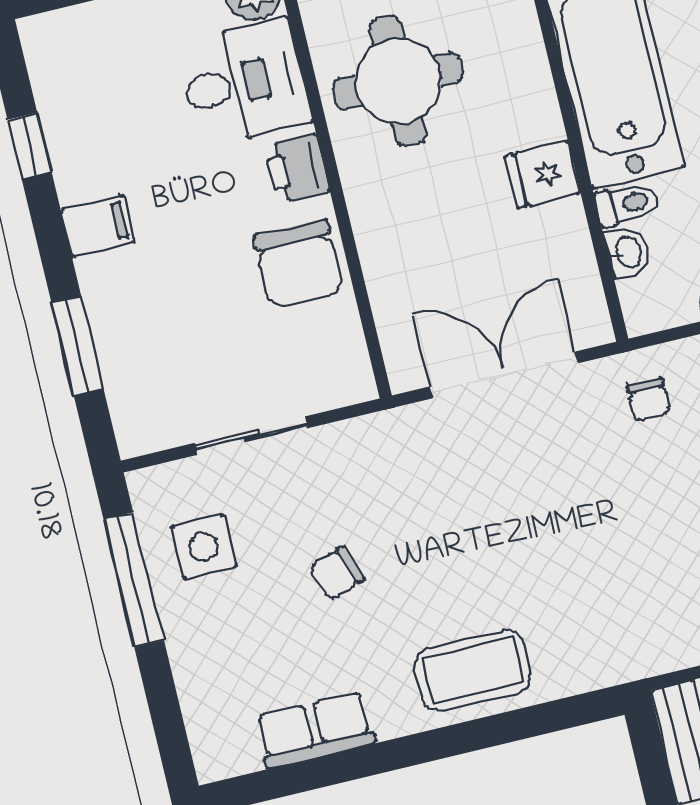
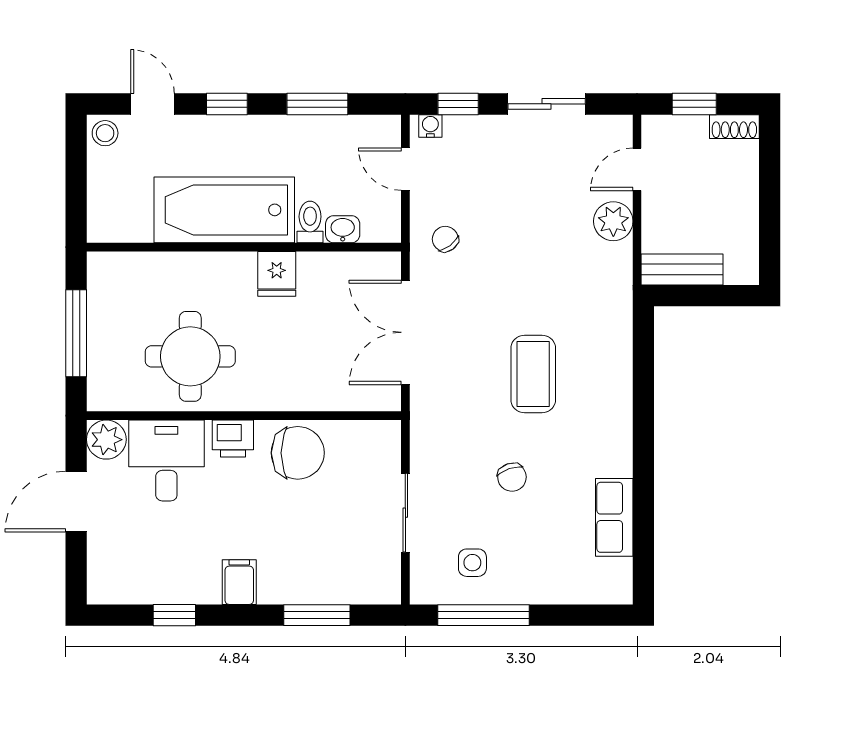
chair: (649, 399) -> (445, 239), turned -127
side table: (203, 547) -> (472, 563), width x0.73, depth x0.73
coffee table: (473, 670) -> (533, 374), moved

